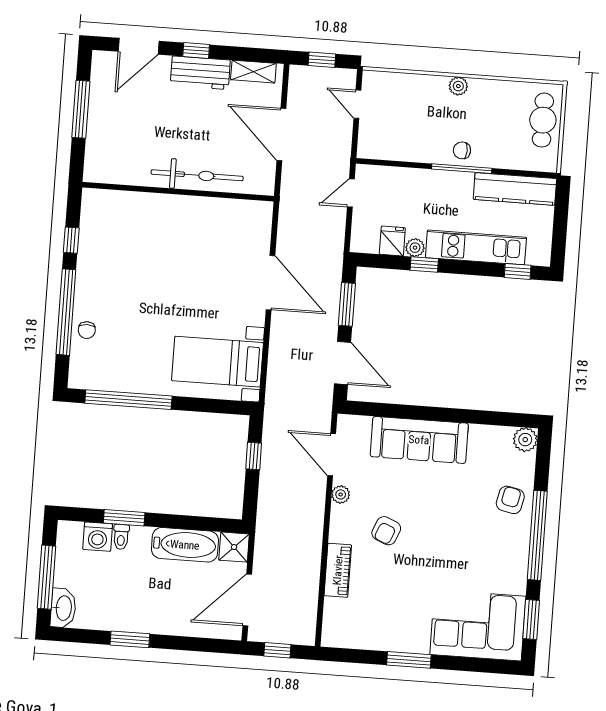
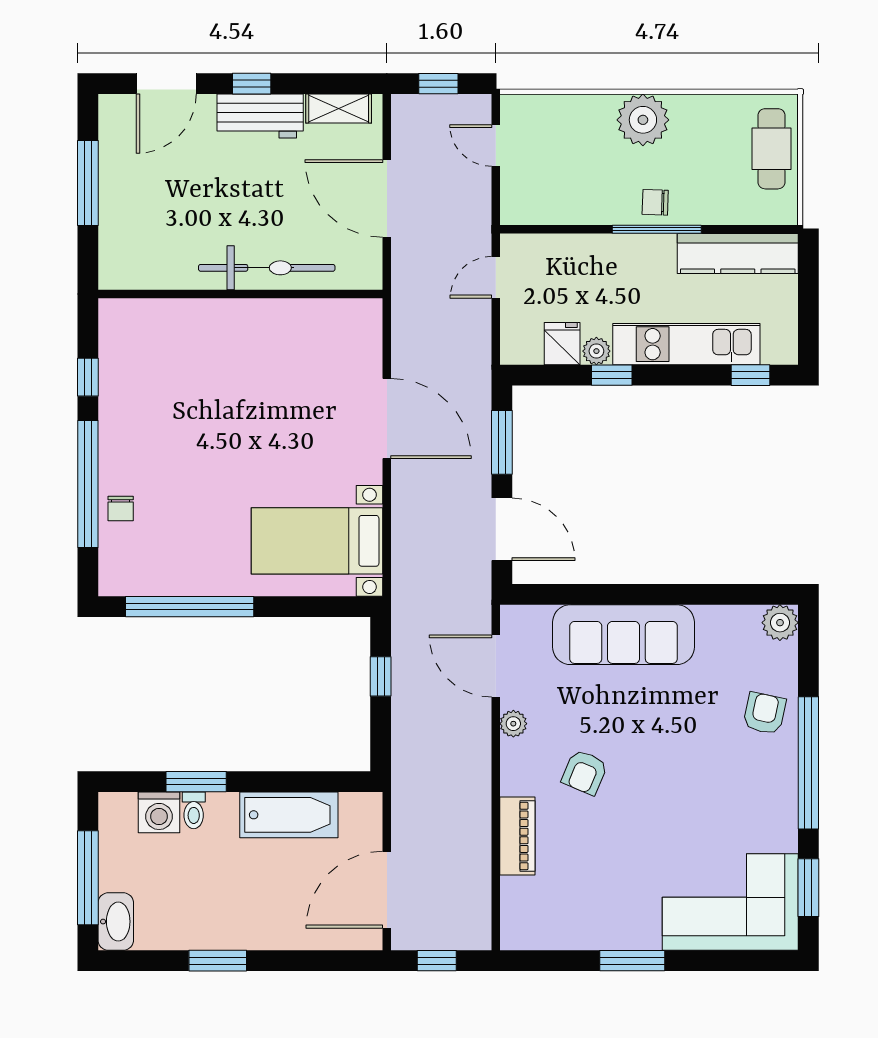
plant: (458, 86) -> (643, 120), width x1.87, depth x1.87
shower: (234, 547) -> (362, 813), removed

